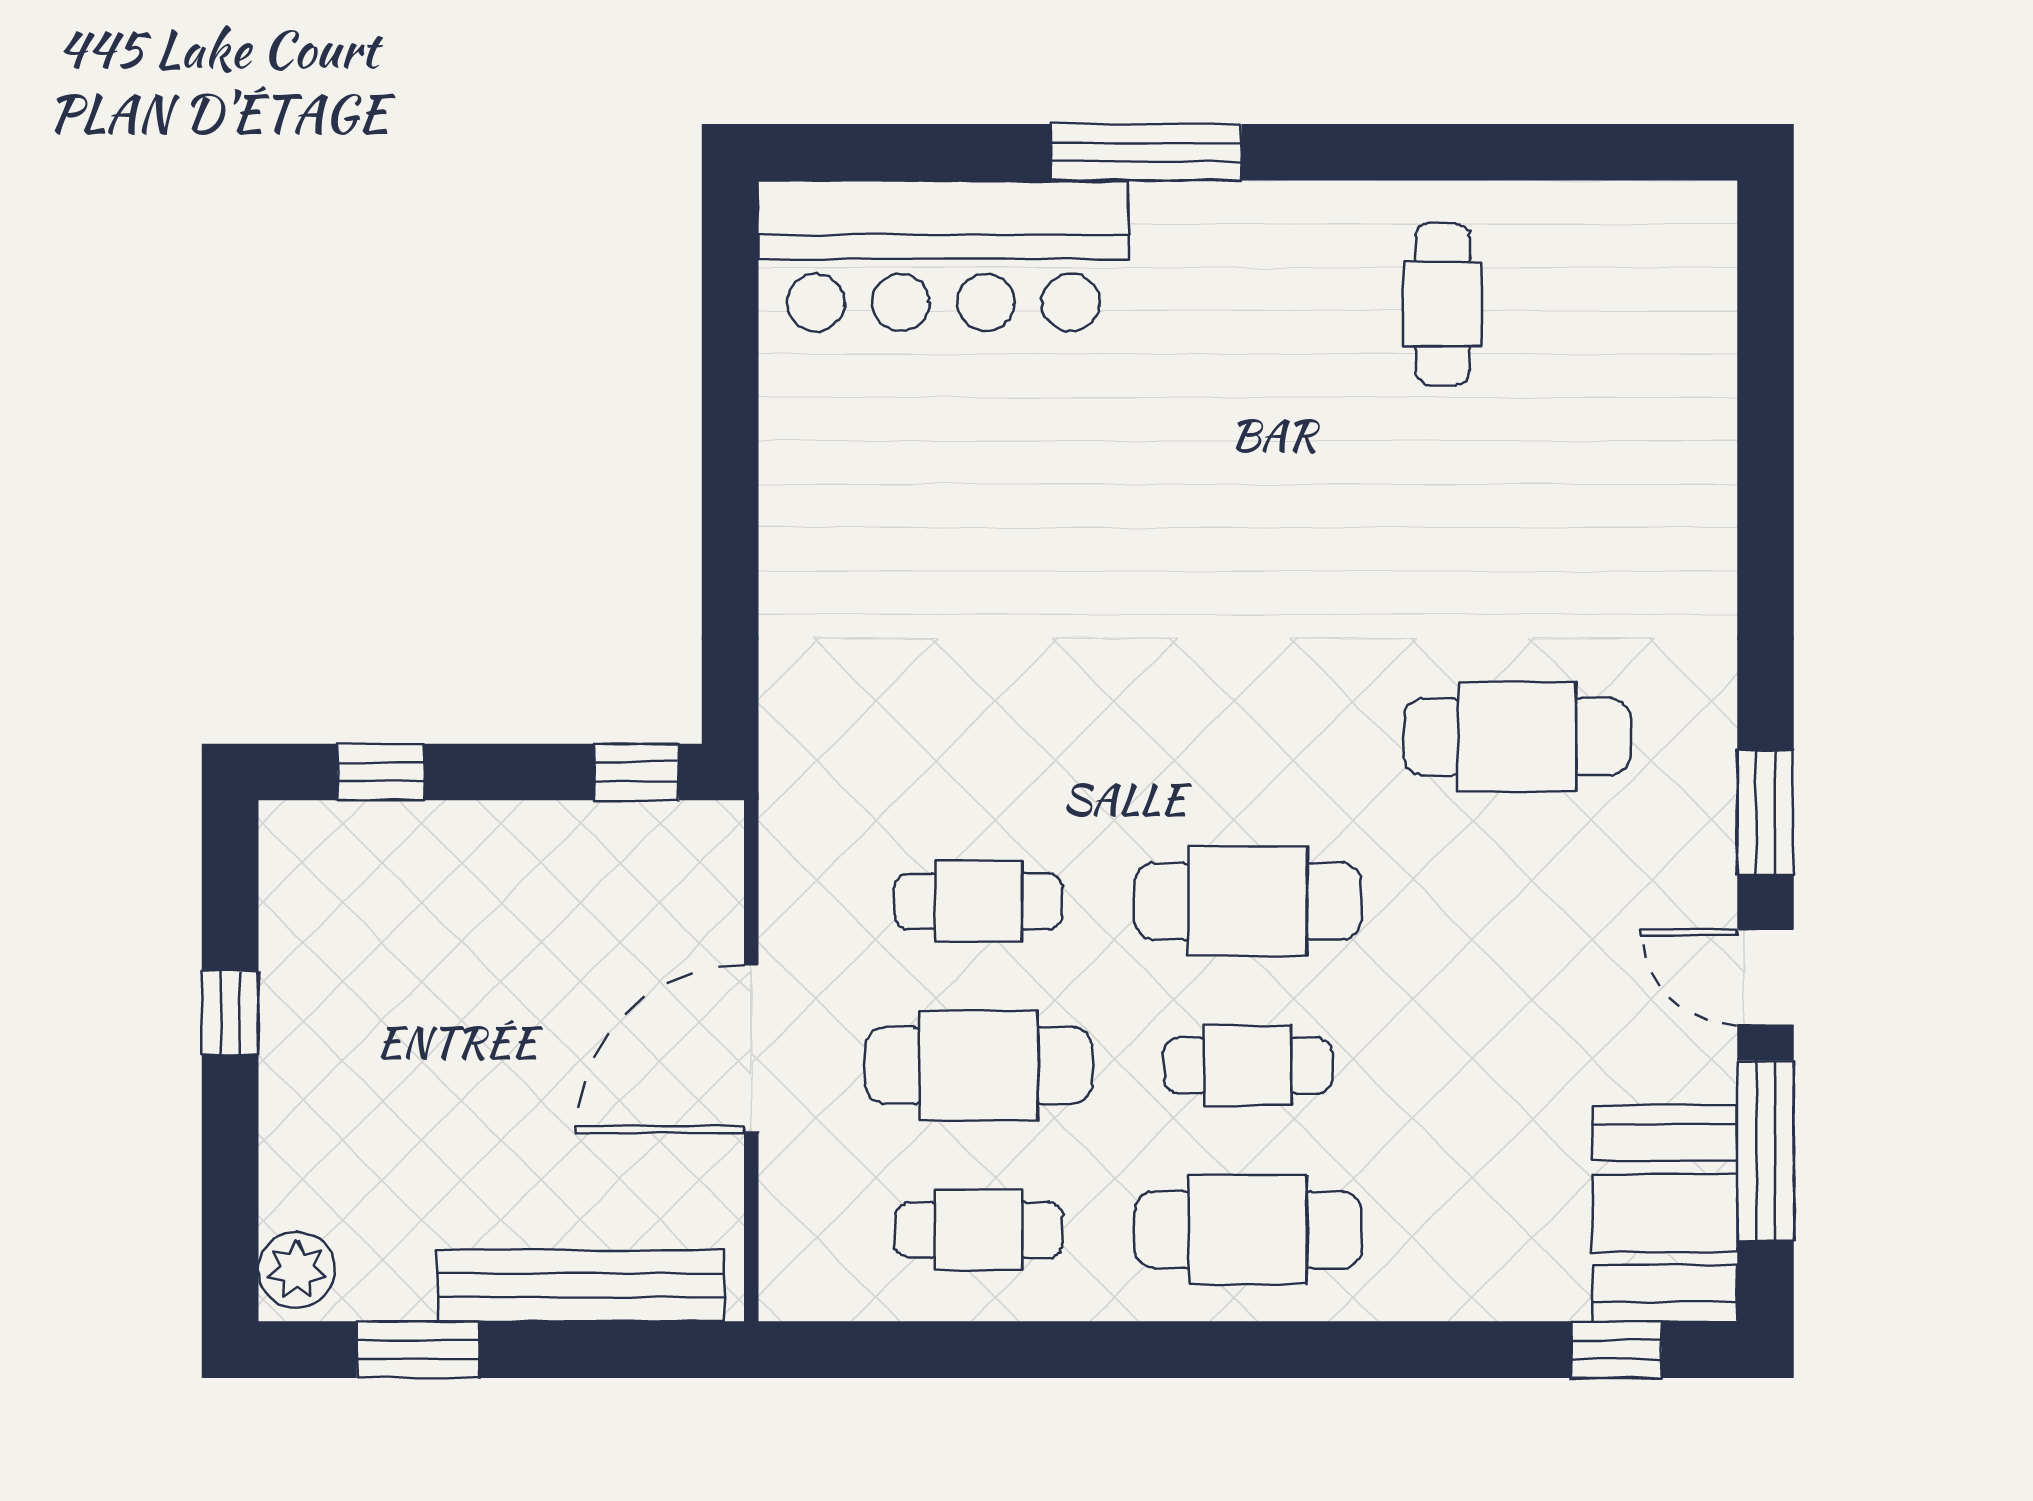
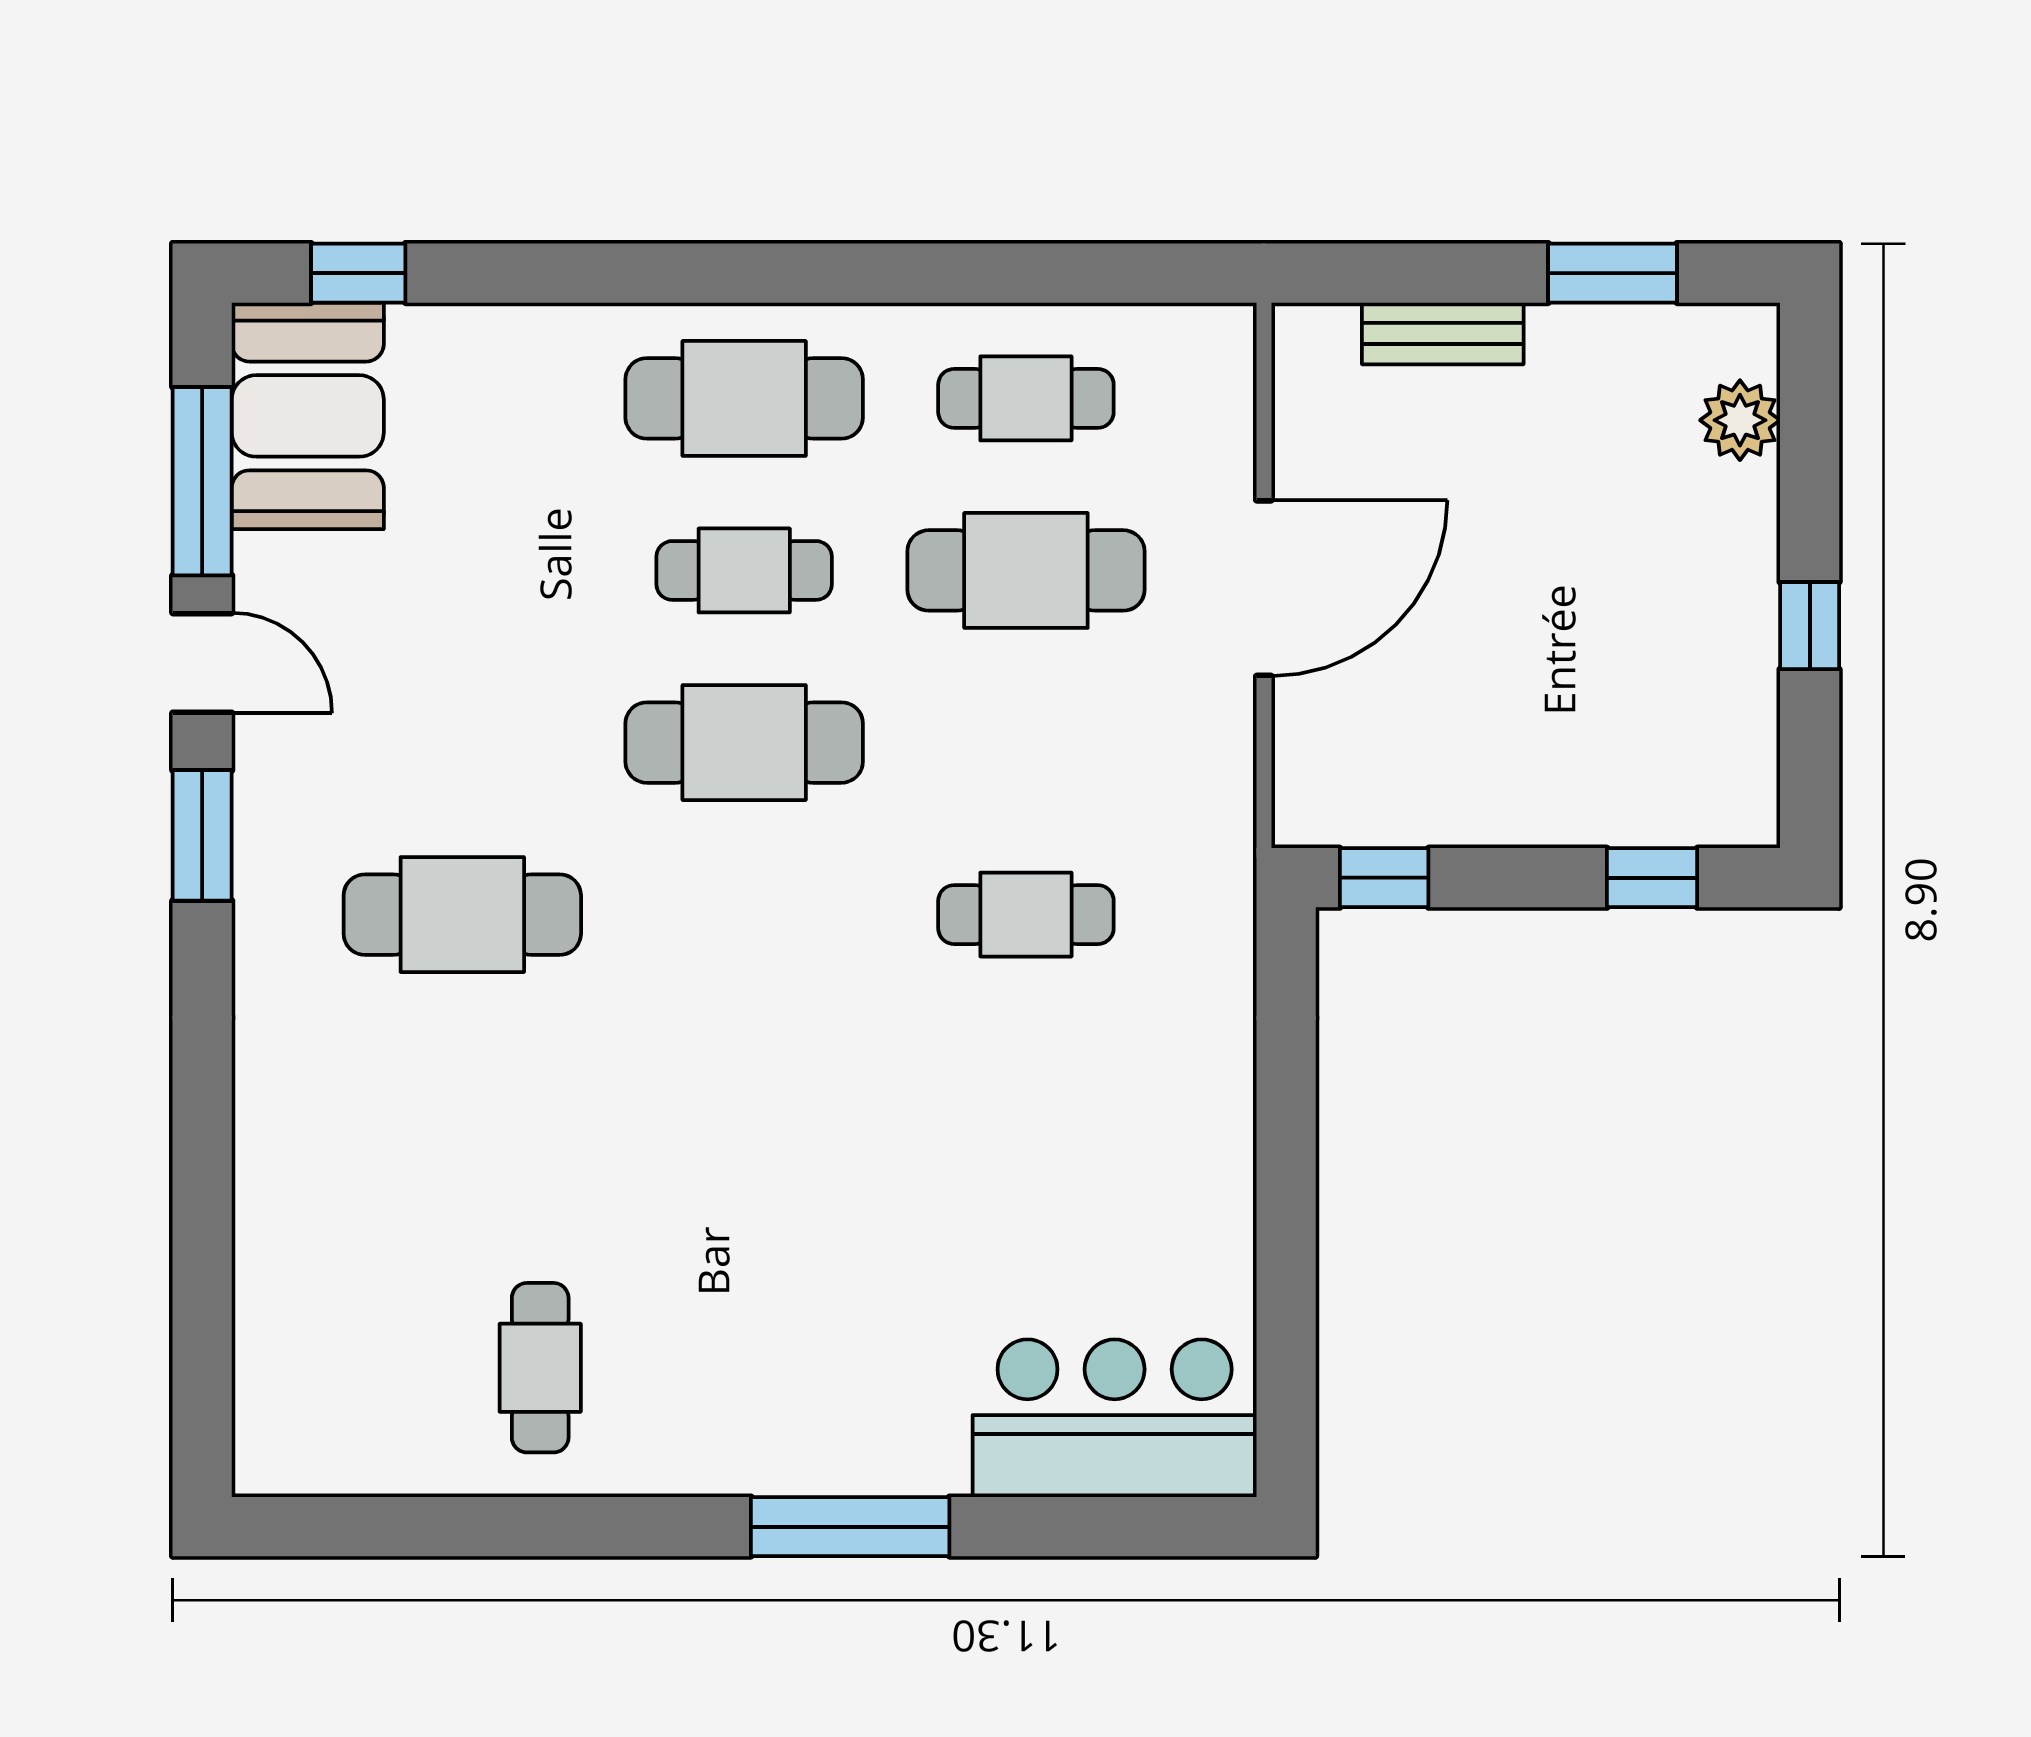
bar counter: (943, 256) -> (1115, 1418), width x0.73
cafe table: (979, 901) -> (1026, 915), moved
plant: (297, 1270) -> (1740, 420), moved
bench: (580, 1286) -> (1443, 333), width x0.54, depth x0.82

